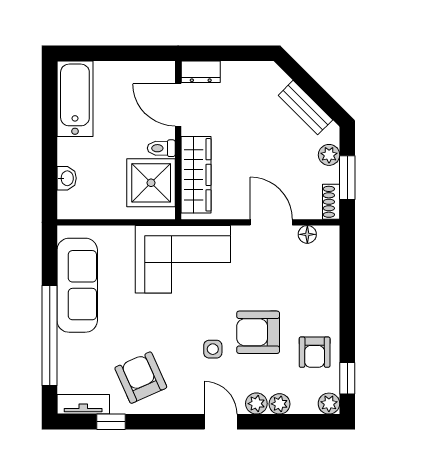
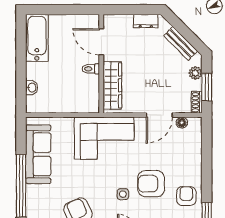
dresser: (201, 72) -> (146, 21), moved
shower: (151, 183) -> (84, 90), removed
door: (271, 222) -> (159, 115), swing flipped
armchair: (315, 352) -> (186, 196), turned 180

